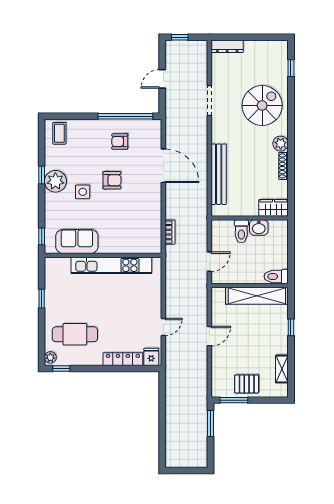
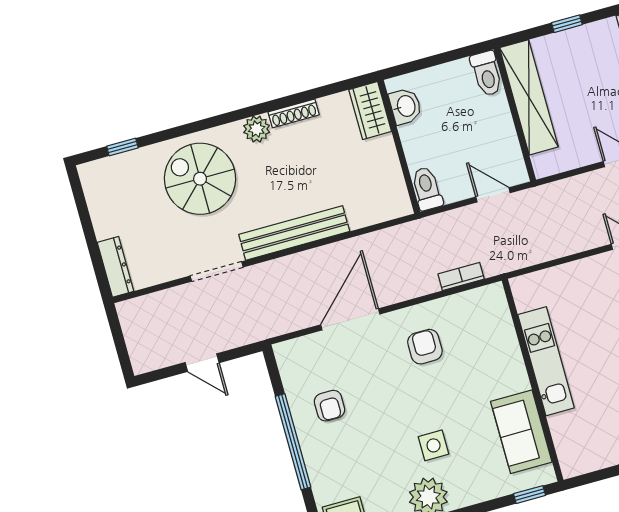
window: (180, 37) -> (122, 352), removed
window: (125, 116) -> (293, 442), moved
bench: (219, 174) -> (294, 233), moved
armchair: (112, 180) -> (425, 347), moved
washbasin: (259, 228) -> (405, 106), moved
toilet: (241, 231) -> (427, 189), moved, turned -90
kitchen unit: (111, 265) -> (546, 361), width x0.73

